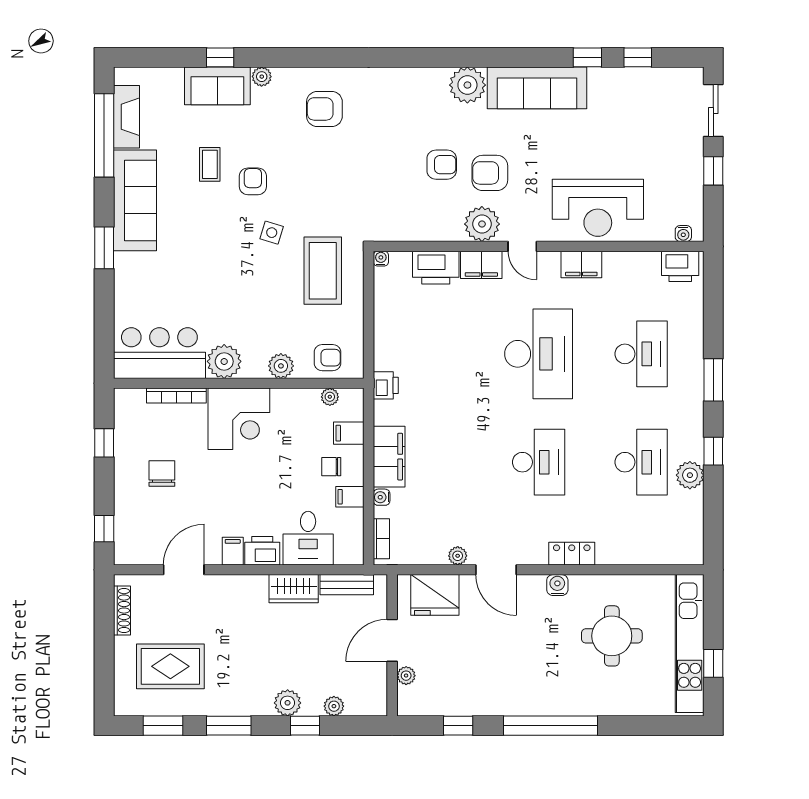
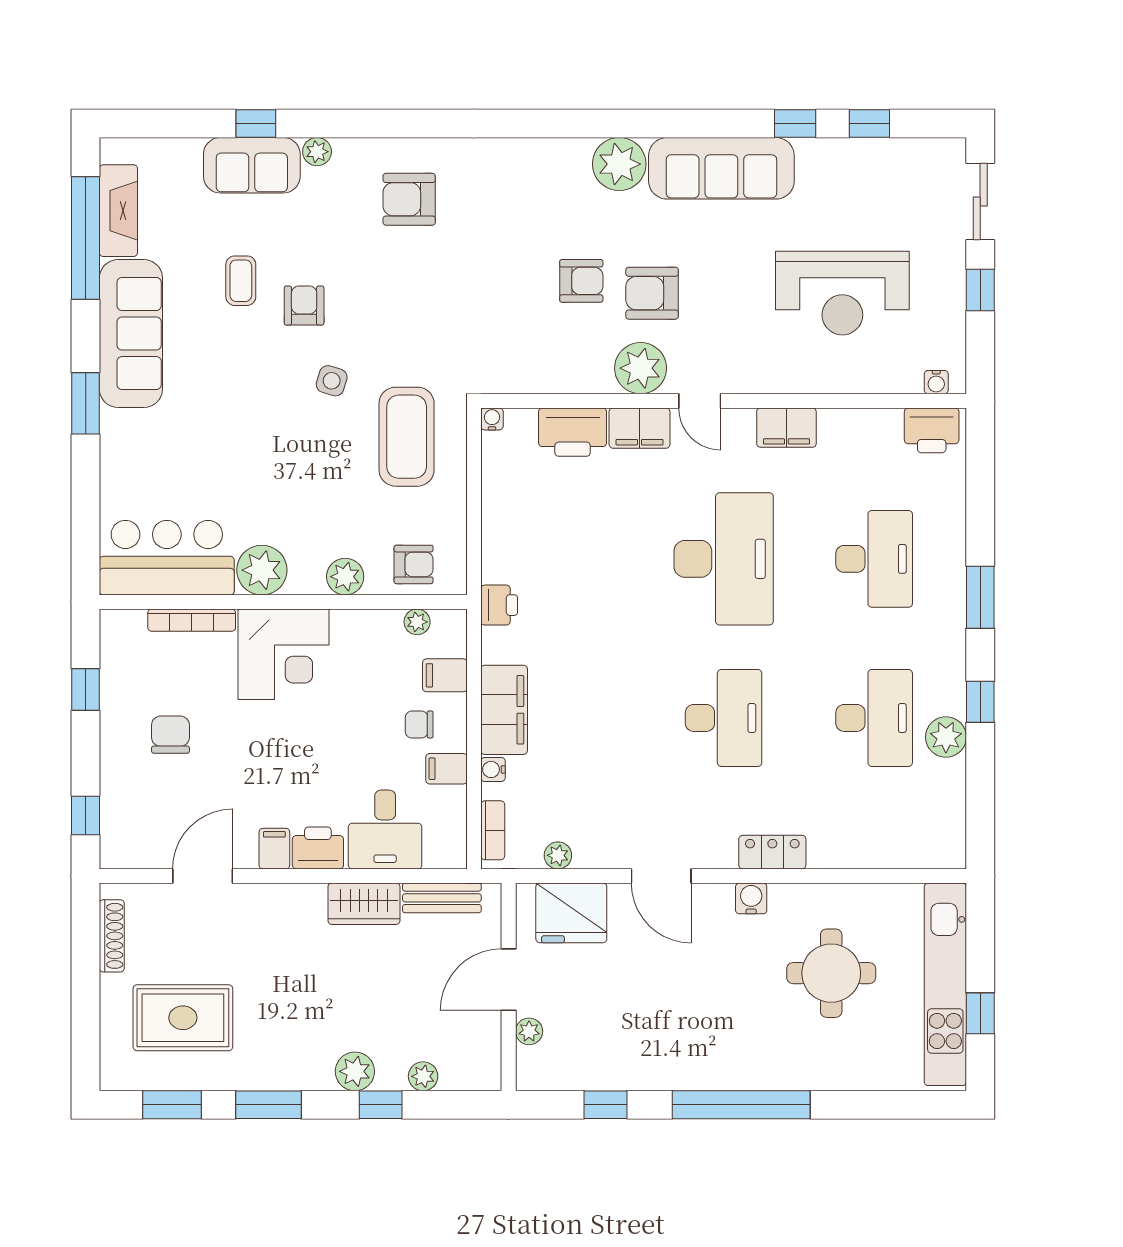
reception desk: (598, 208) -> (842, 293), moved
plant: (458, 556) -> (558, 855), moved

